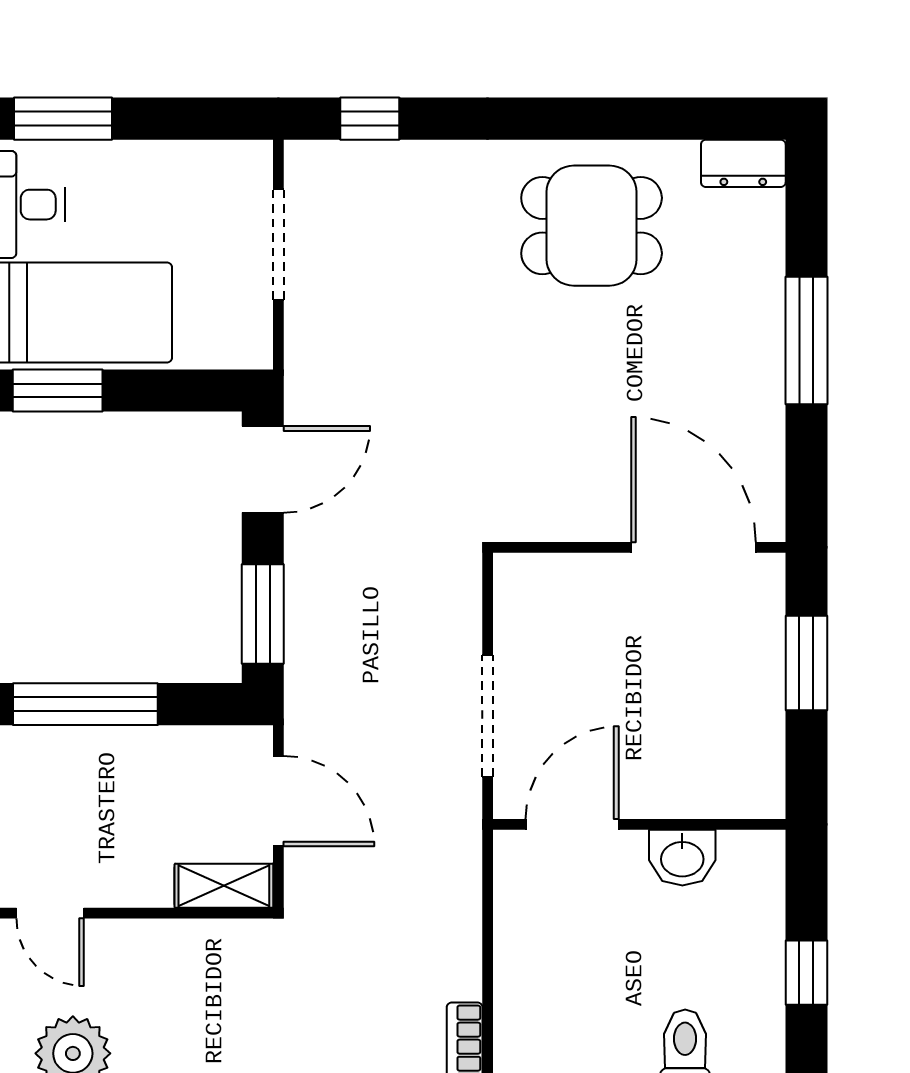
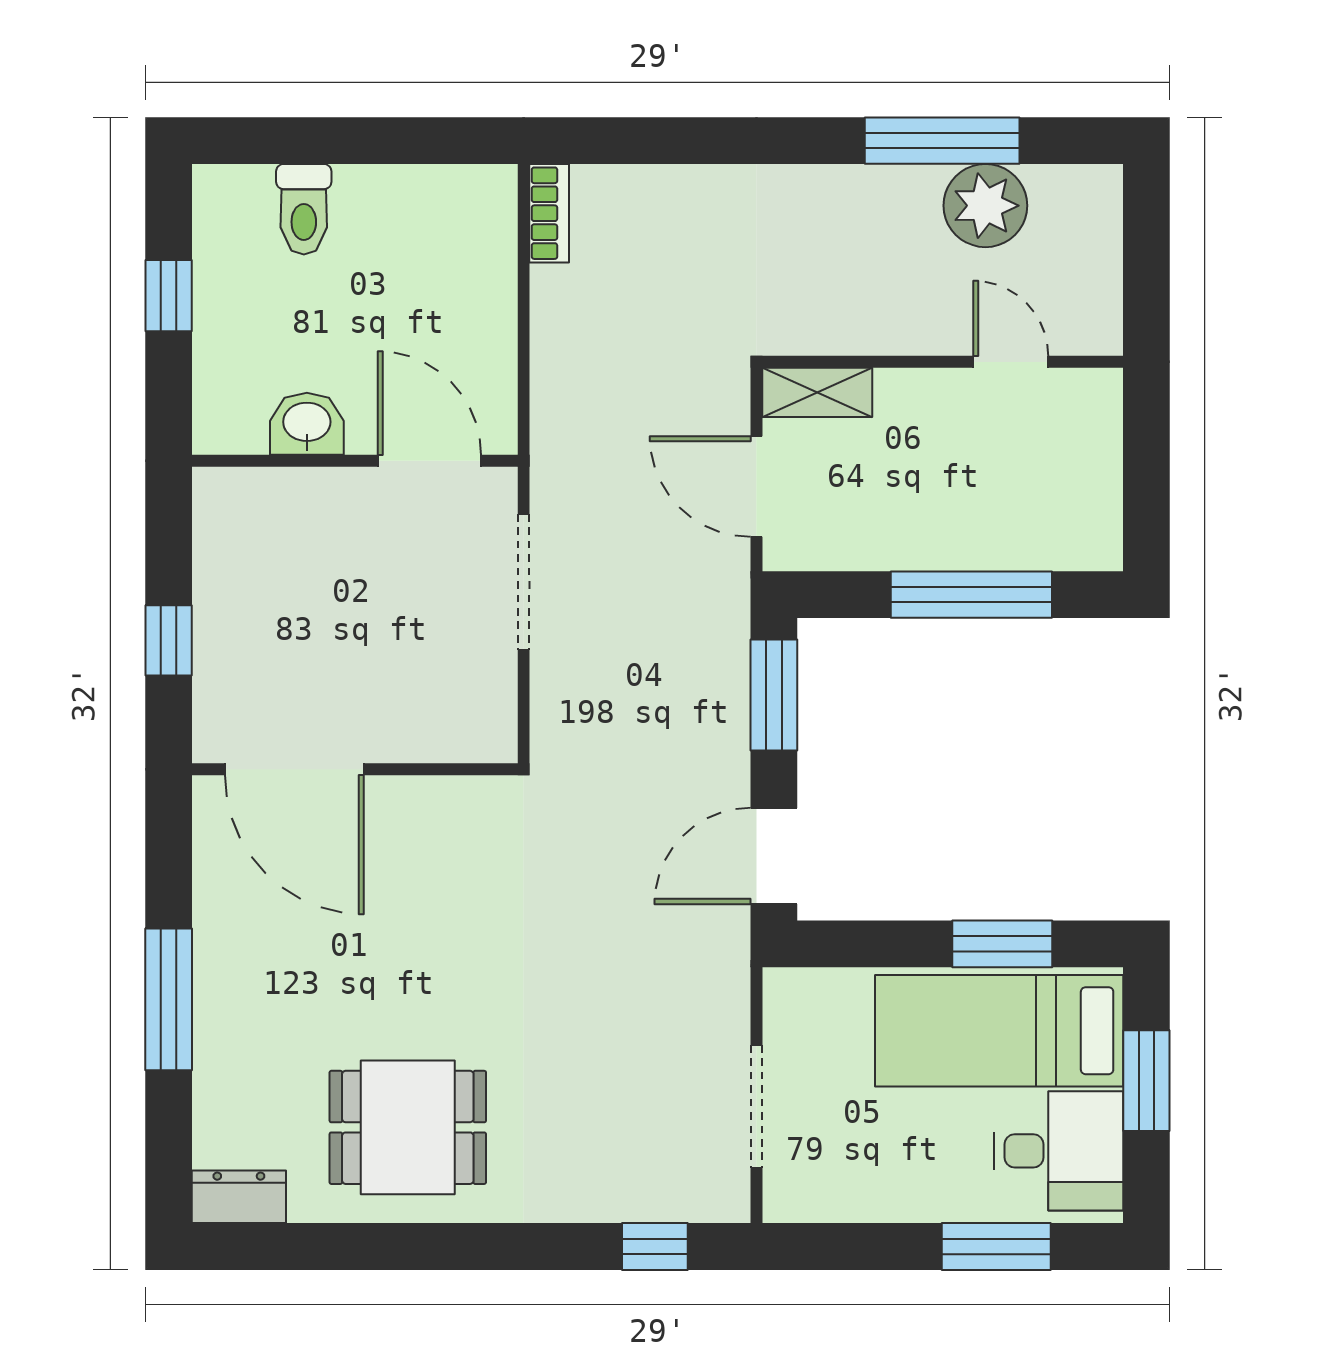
window: (806, 663) -> (169, 640), width x0.67
door: (572, 824) -> (429, 461), swing flipped

